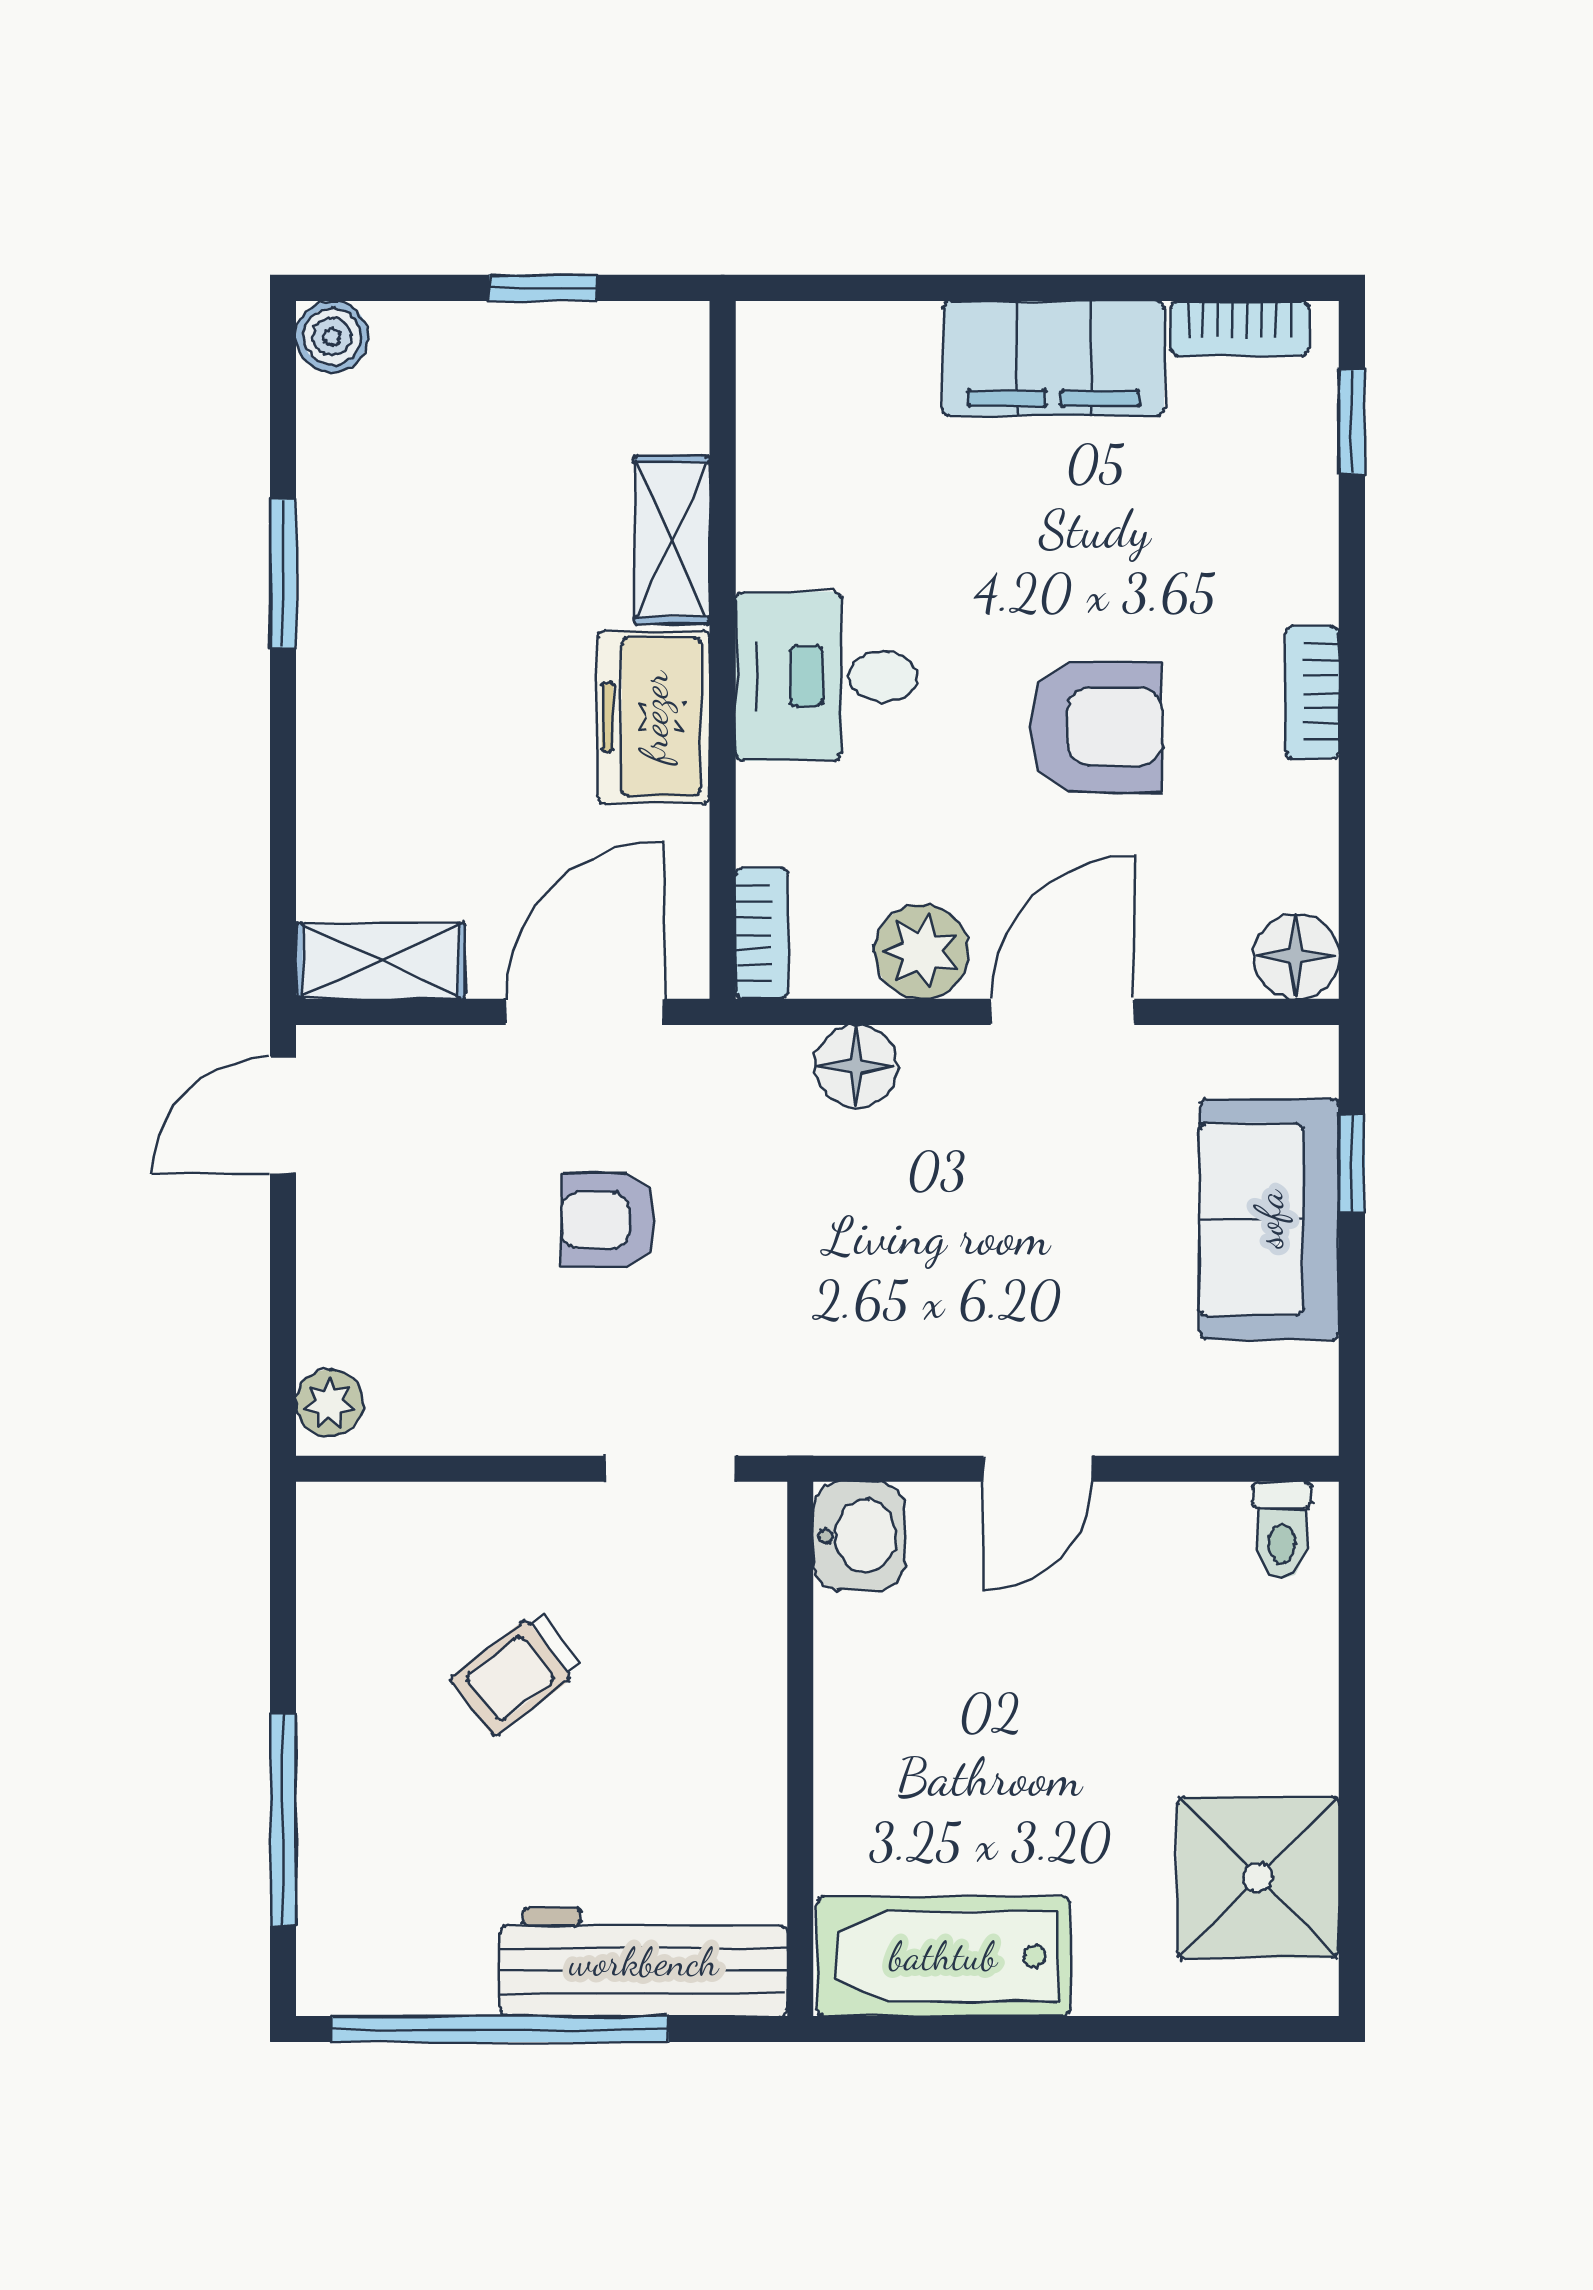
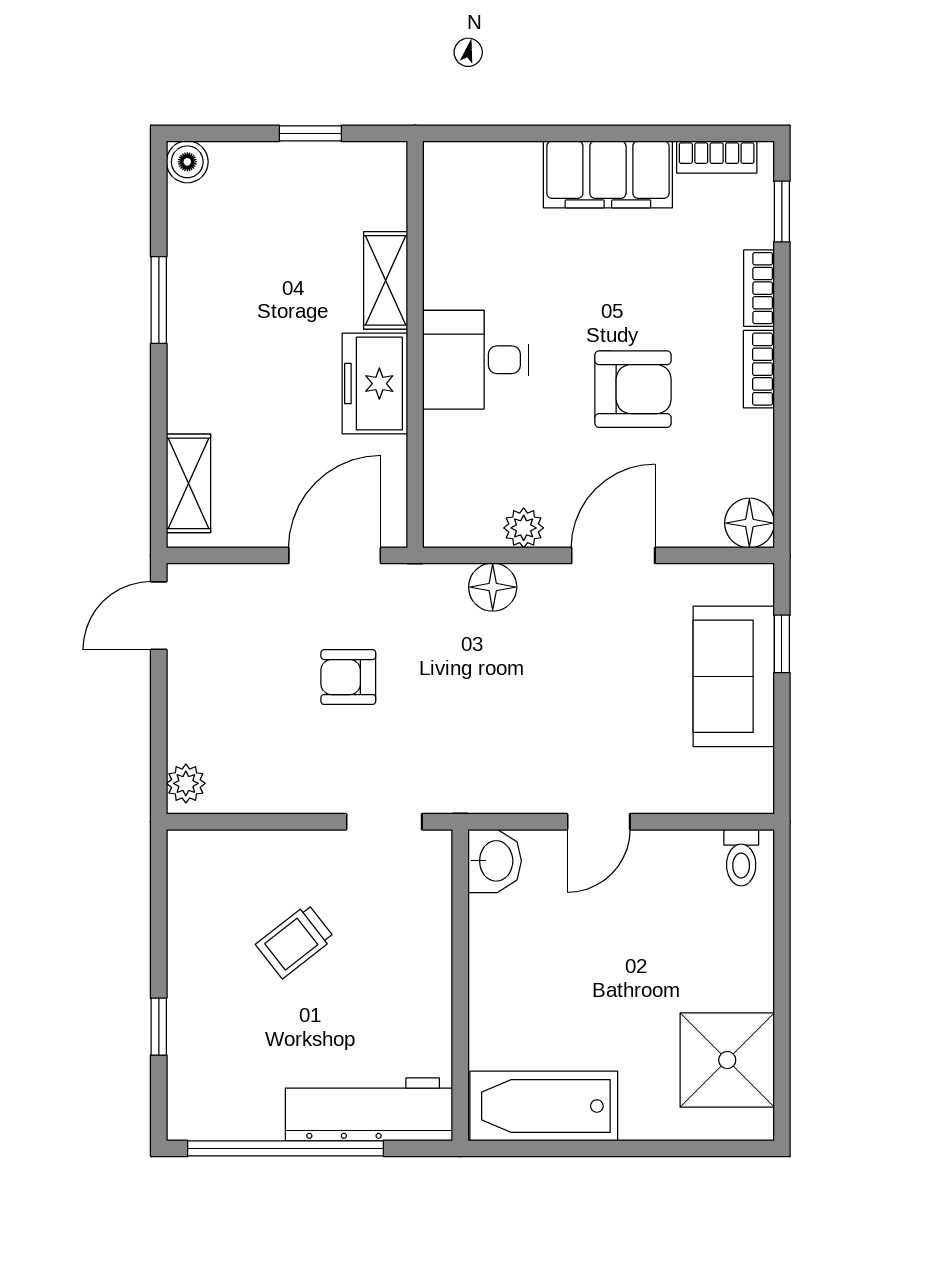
bookcase: (762, 933) -> (759, 288), moved, turned 180
plant: (922, 952) -> (524, 528), width x0.73, depth x0.73
shelving: (380, 961) -> (188, 483), moved, turned 90
window: (283, 1820) -> (159, 1027), width x0.46

